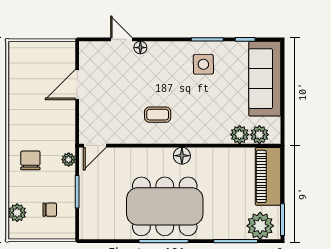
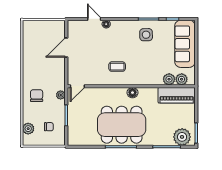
piano: (268, 176) -> (177, 95), moved, turned -90

